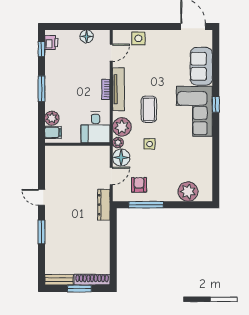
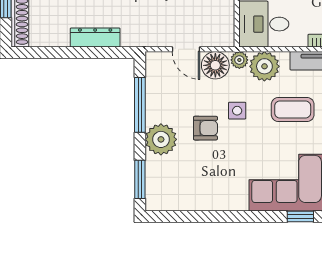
armchair: (139, 185) -> (205, 128), moved
plant: (188, 192) -> (161, 139), moved
dresser: (104, 205) -> (95, 37), moved
window: (193, 205) -> (140, 179), added

